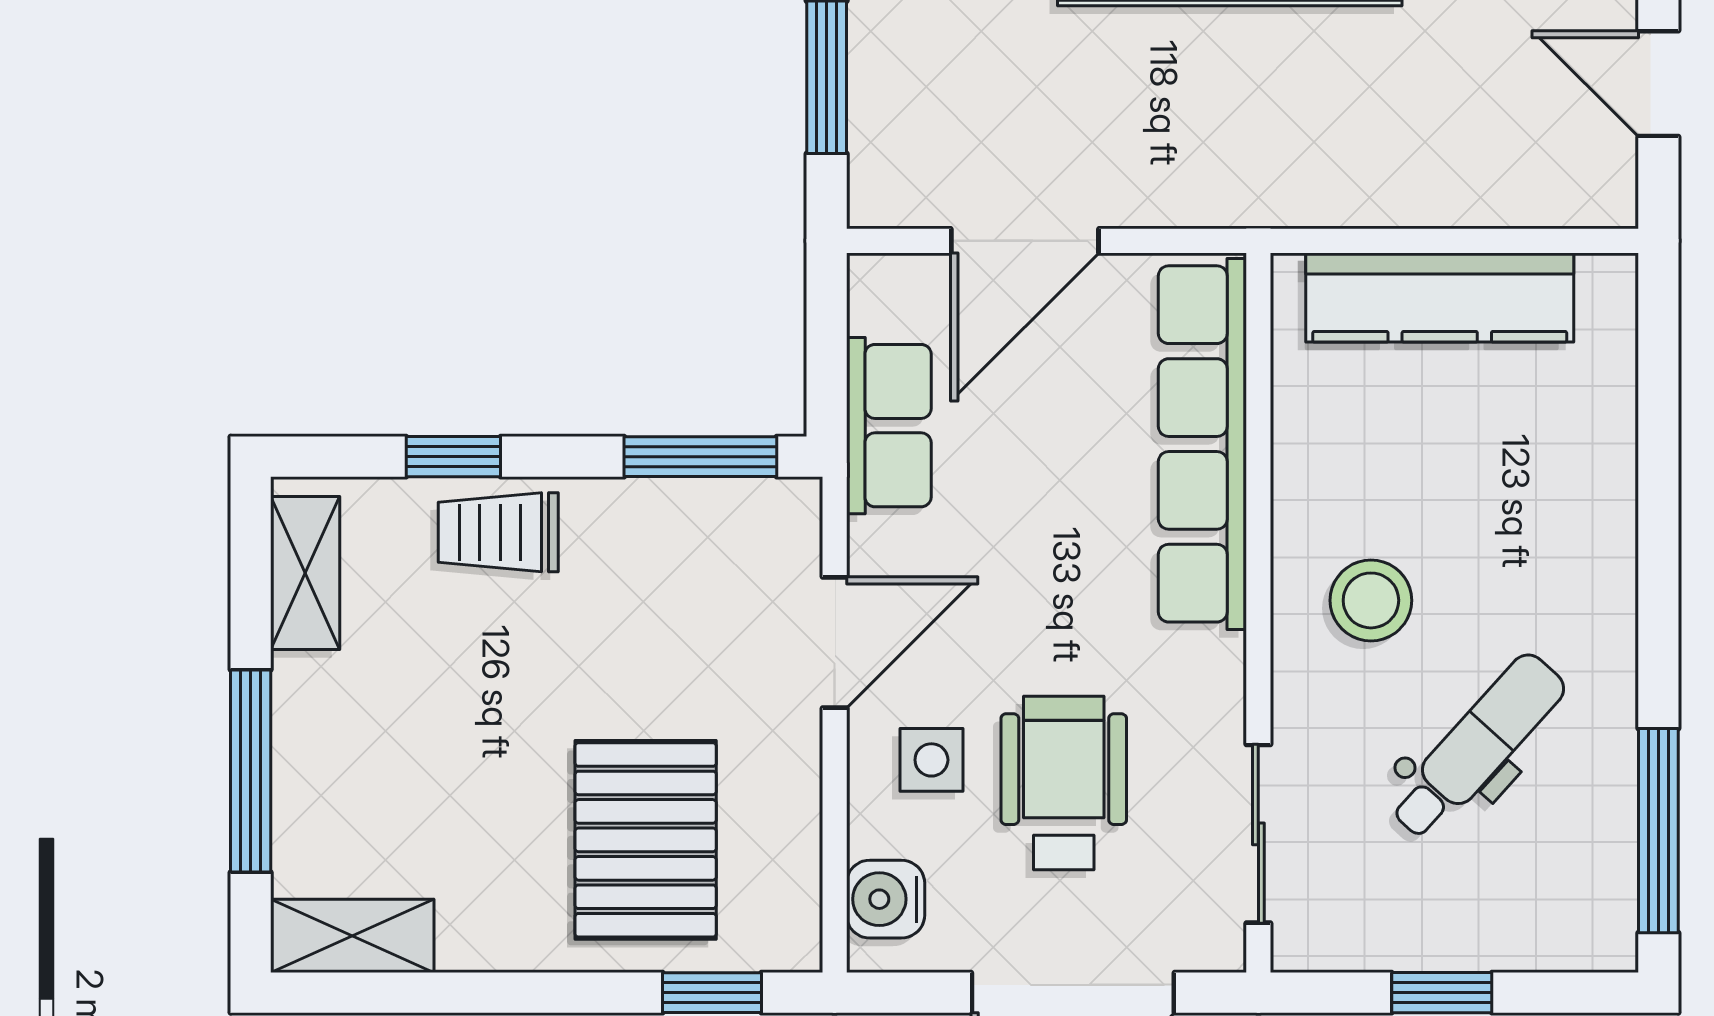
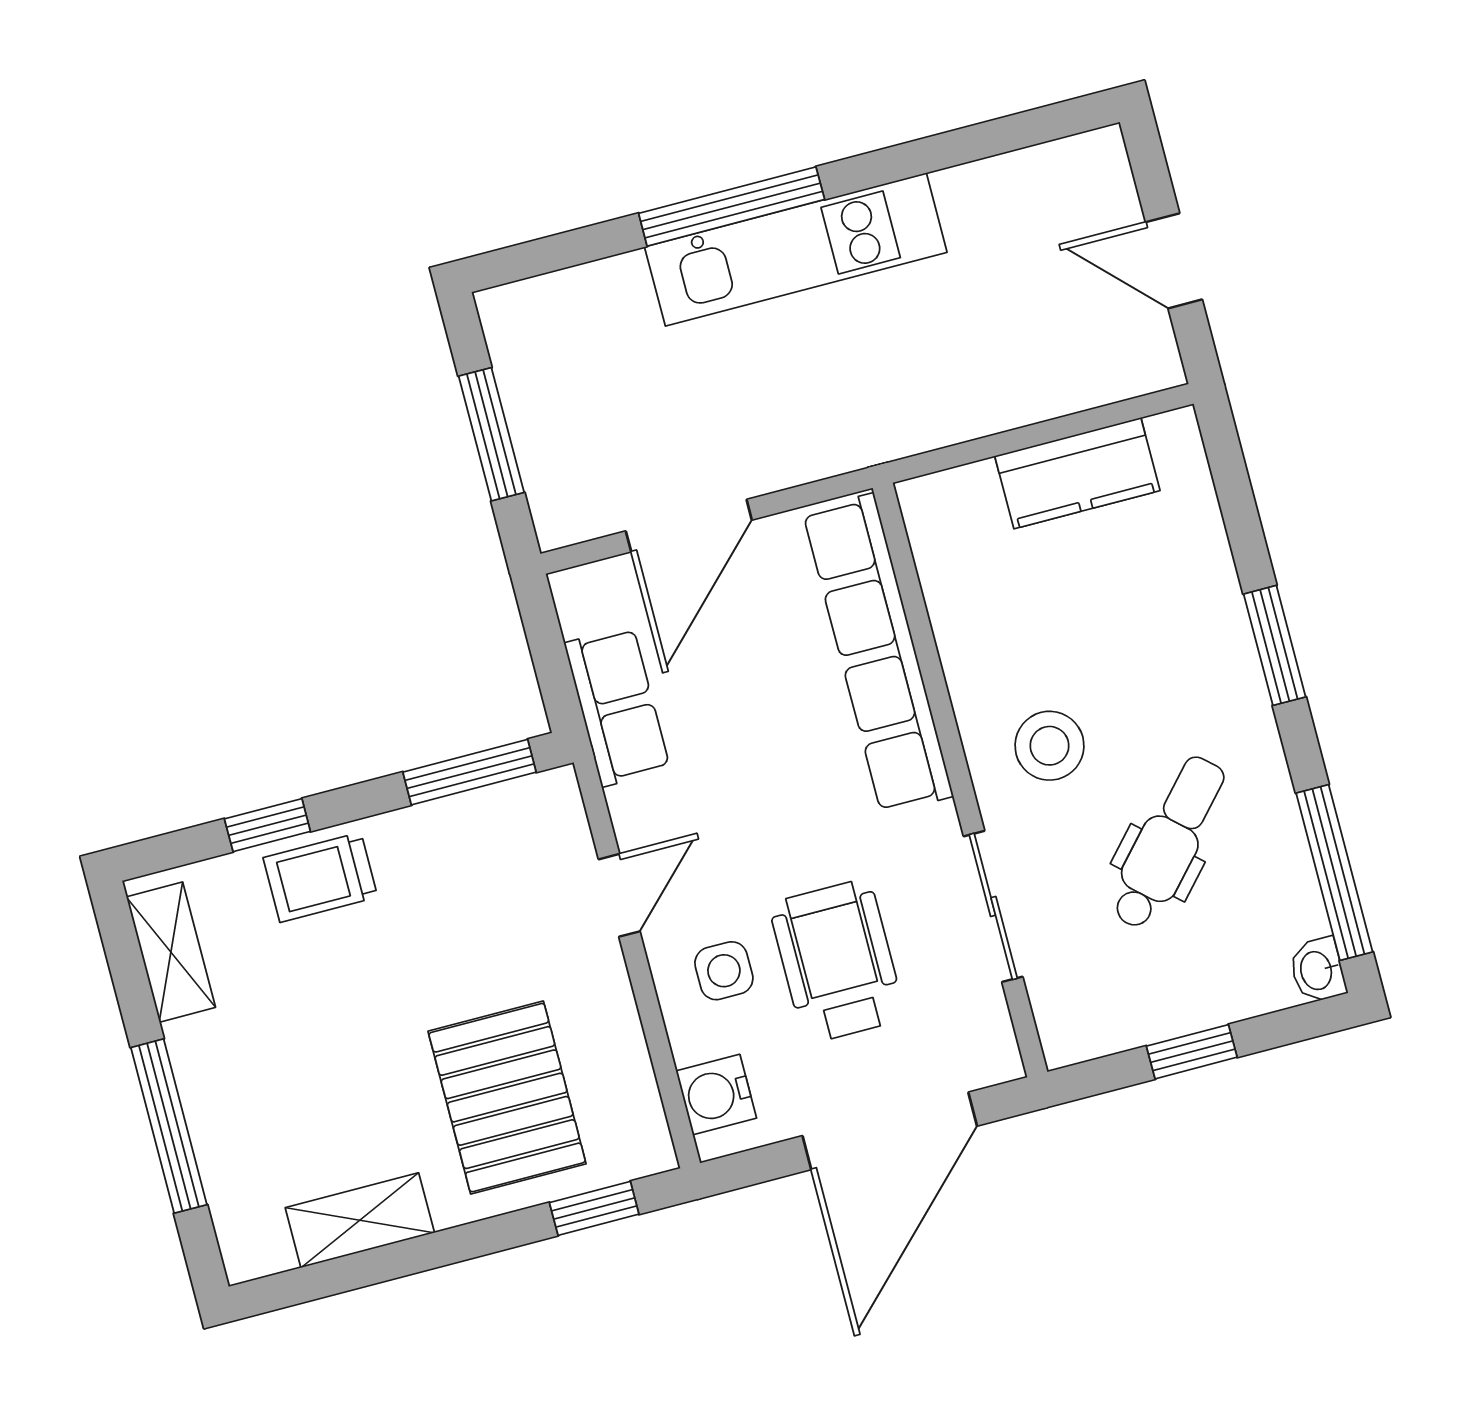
kitchen counter: (1440, 297) -> (1077, 473), width x0.67
window: (1658, 553) -> (1275, 645), added
door: (835, 642) -> (619, 895), width x0.73
sliding door: (1258, 834) -> (993, 906), moved
shelving: (352, 936) -> (360, 1220), moved
washbasin: (1610, 937) -> (1317, 970), added

